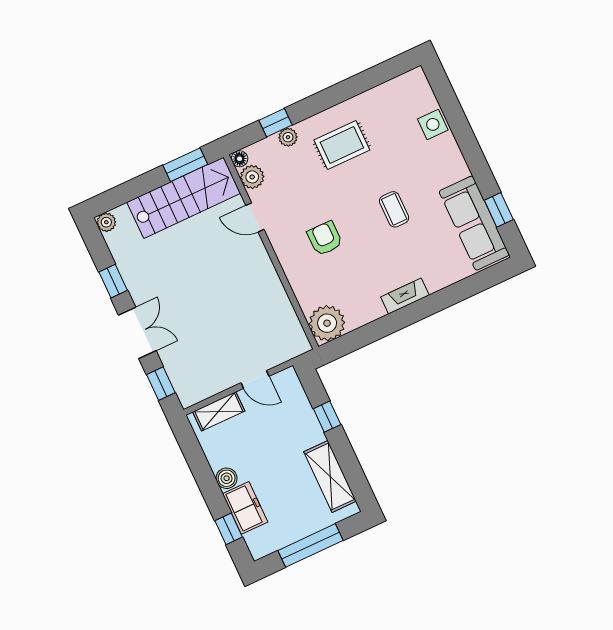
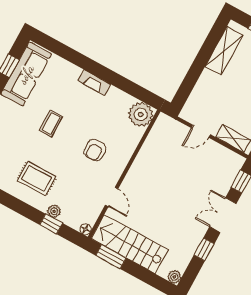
plant: (252, 177) -> (90, 215), removed
door: (255, 380) -> (201, 131), swing flipped
window: (327, 417) -> (192, 77), removed

